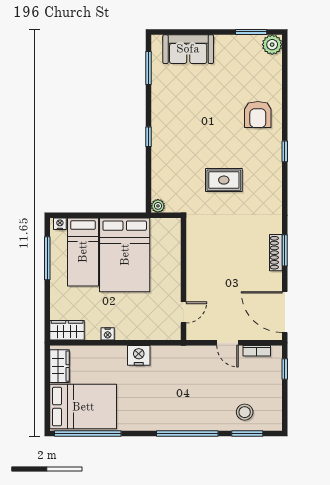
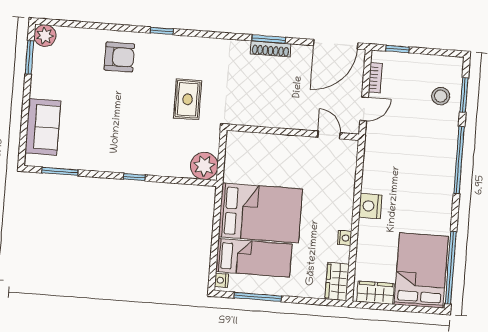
plant: (158, 206) -> (204, 166), width x1.87, depth x1.87
wall: (184, 279) -> (293, 132), moved
door: (184, 312) -> (329, 135), moved

